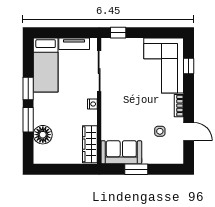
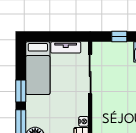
window: (118, 33) -> (119, 37), moved
nightstand: (92, 104) -> (84, 121), moved

